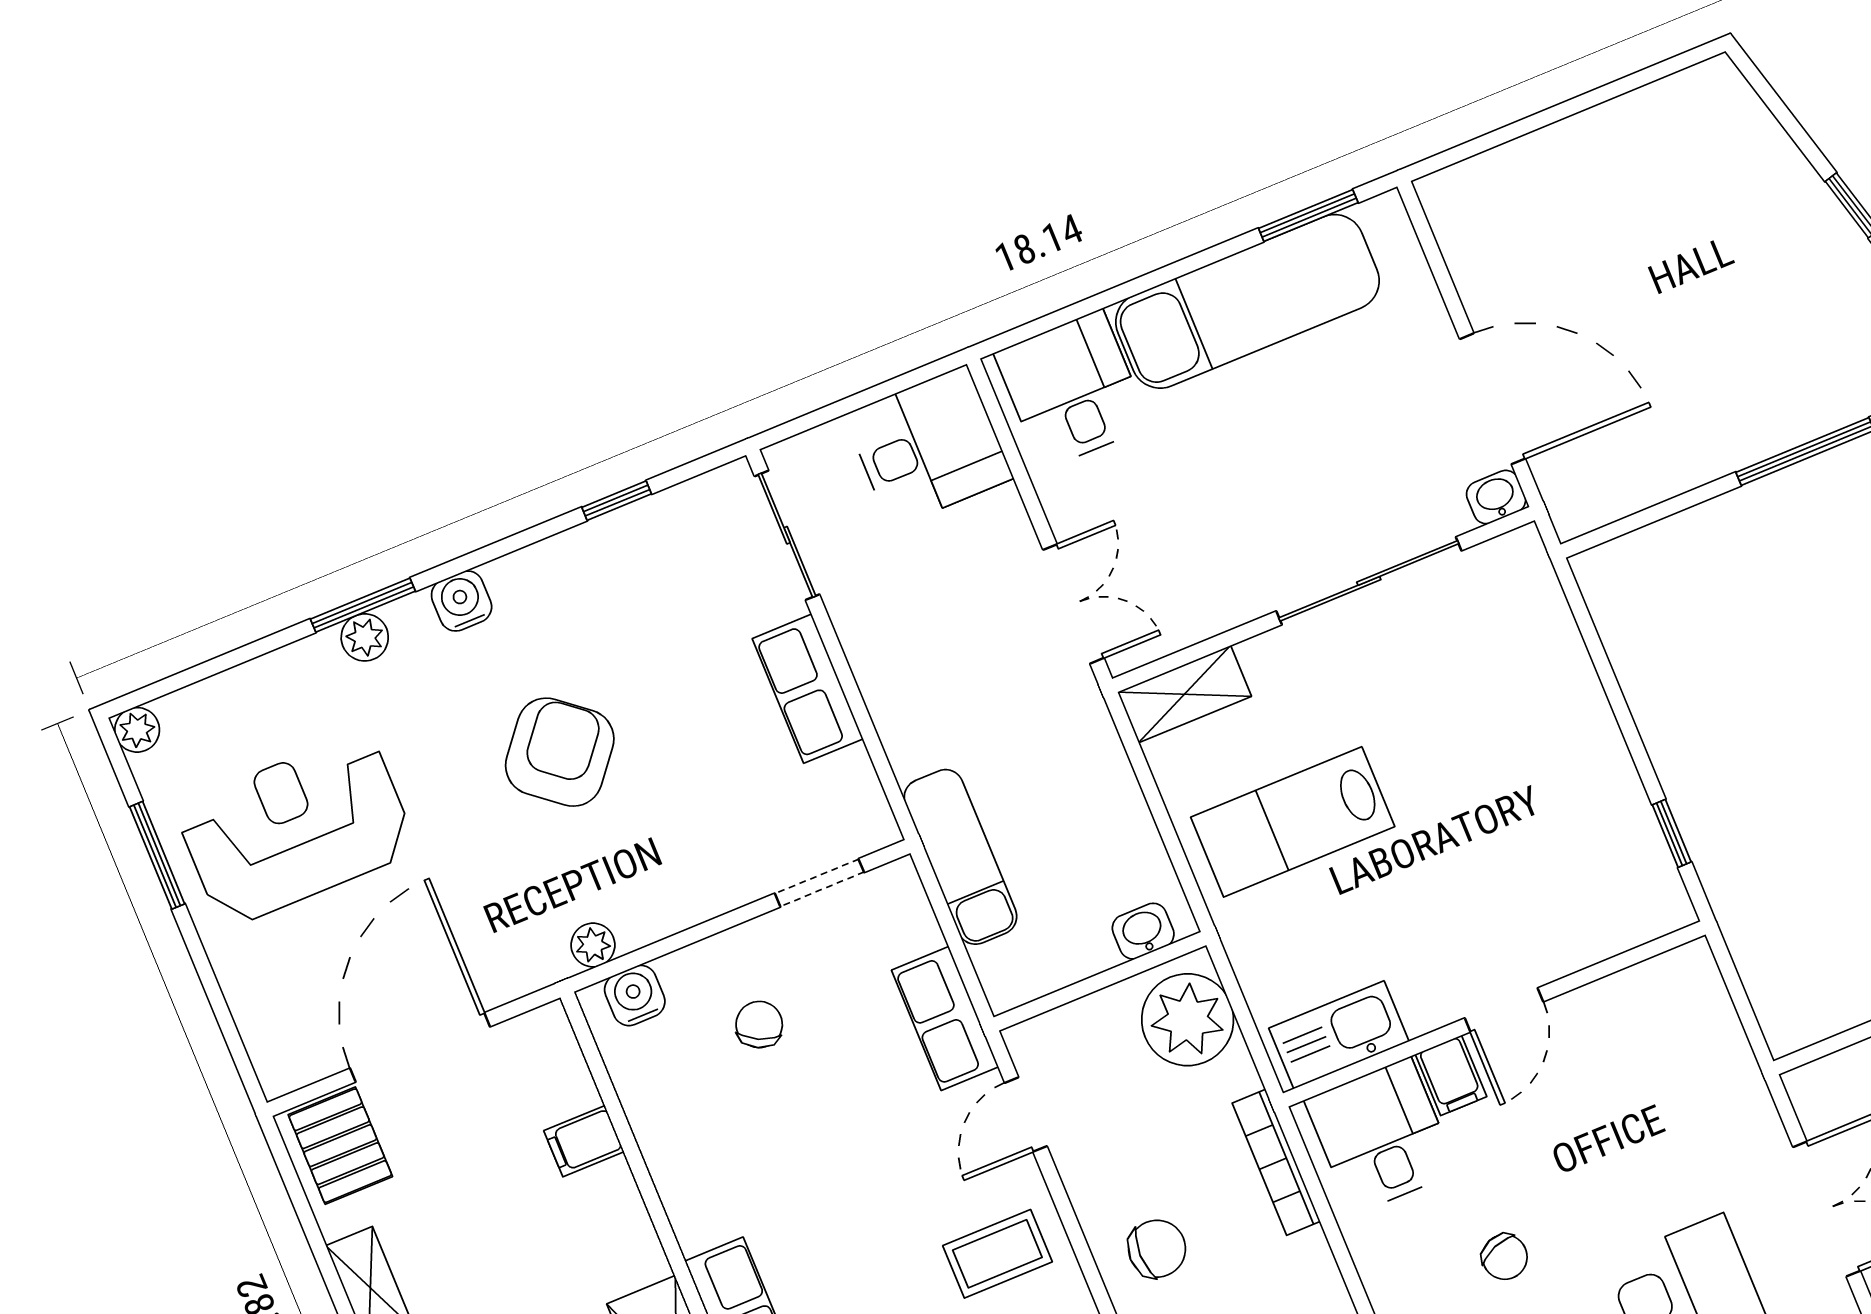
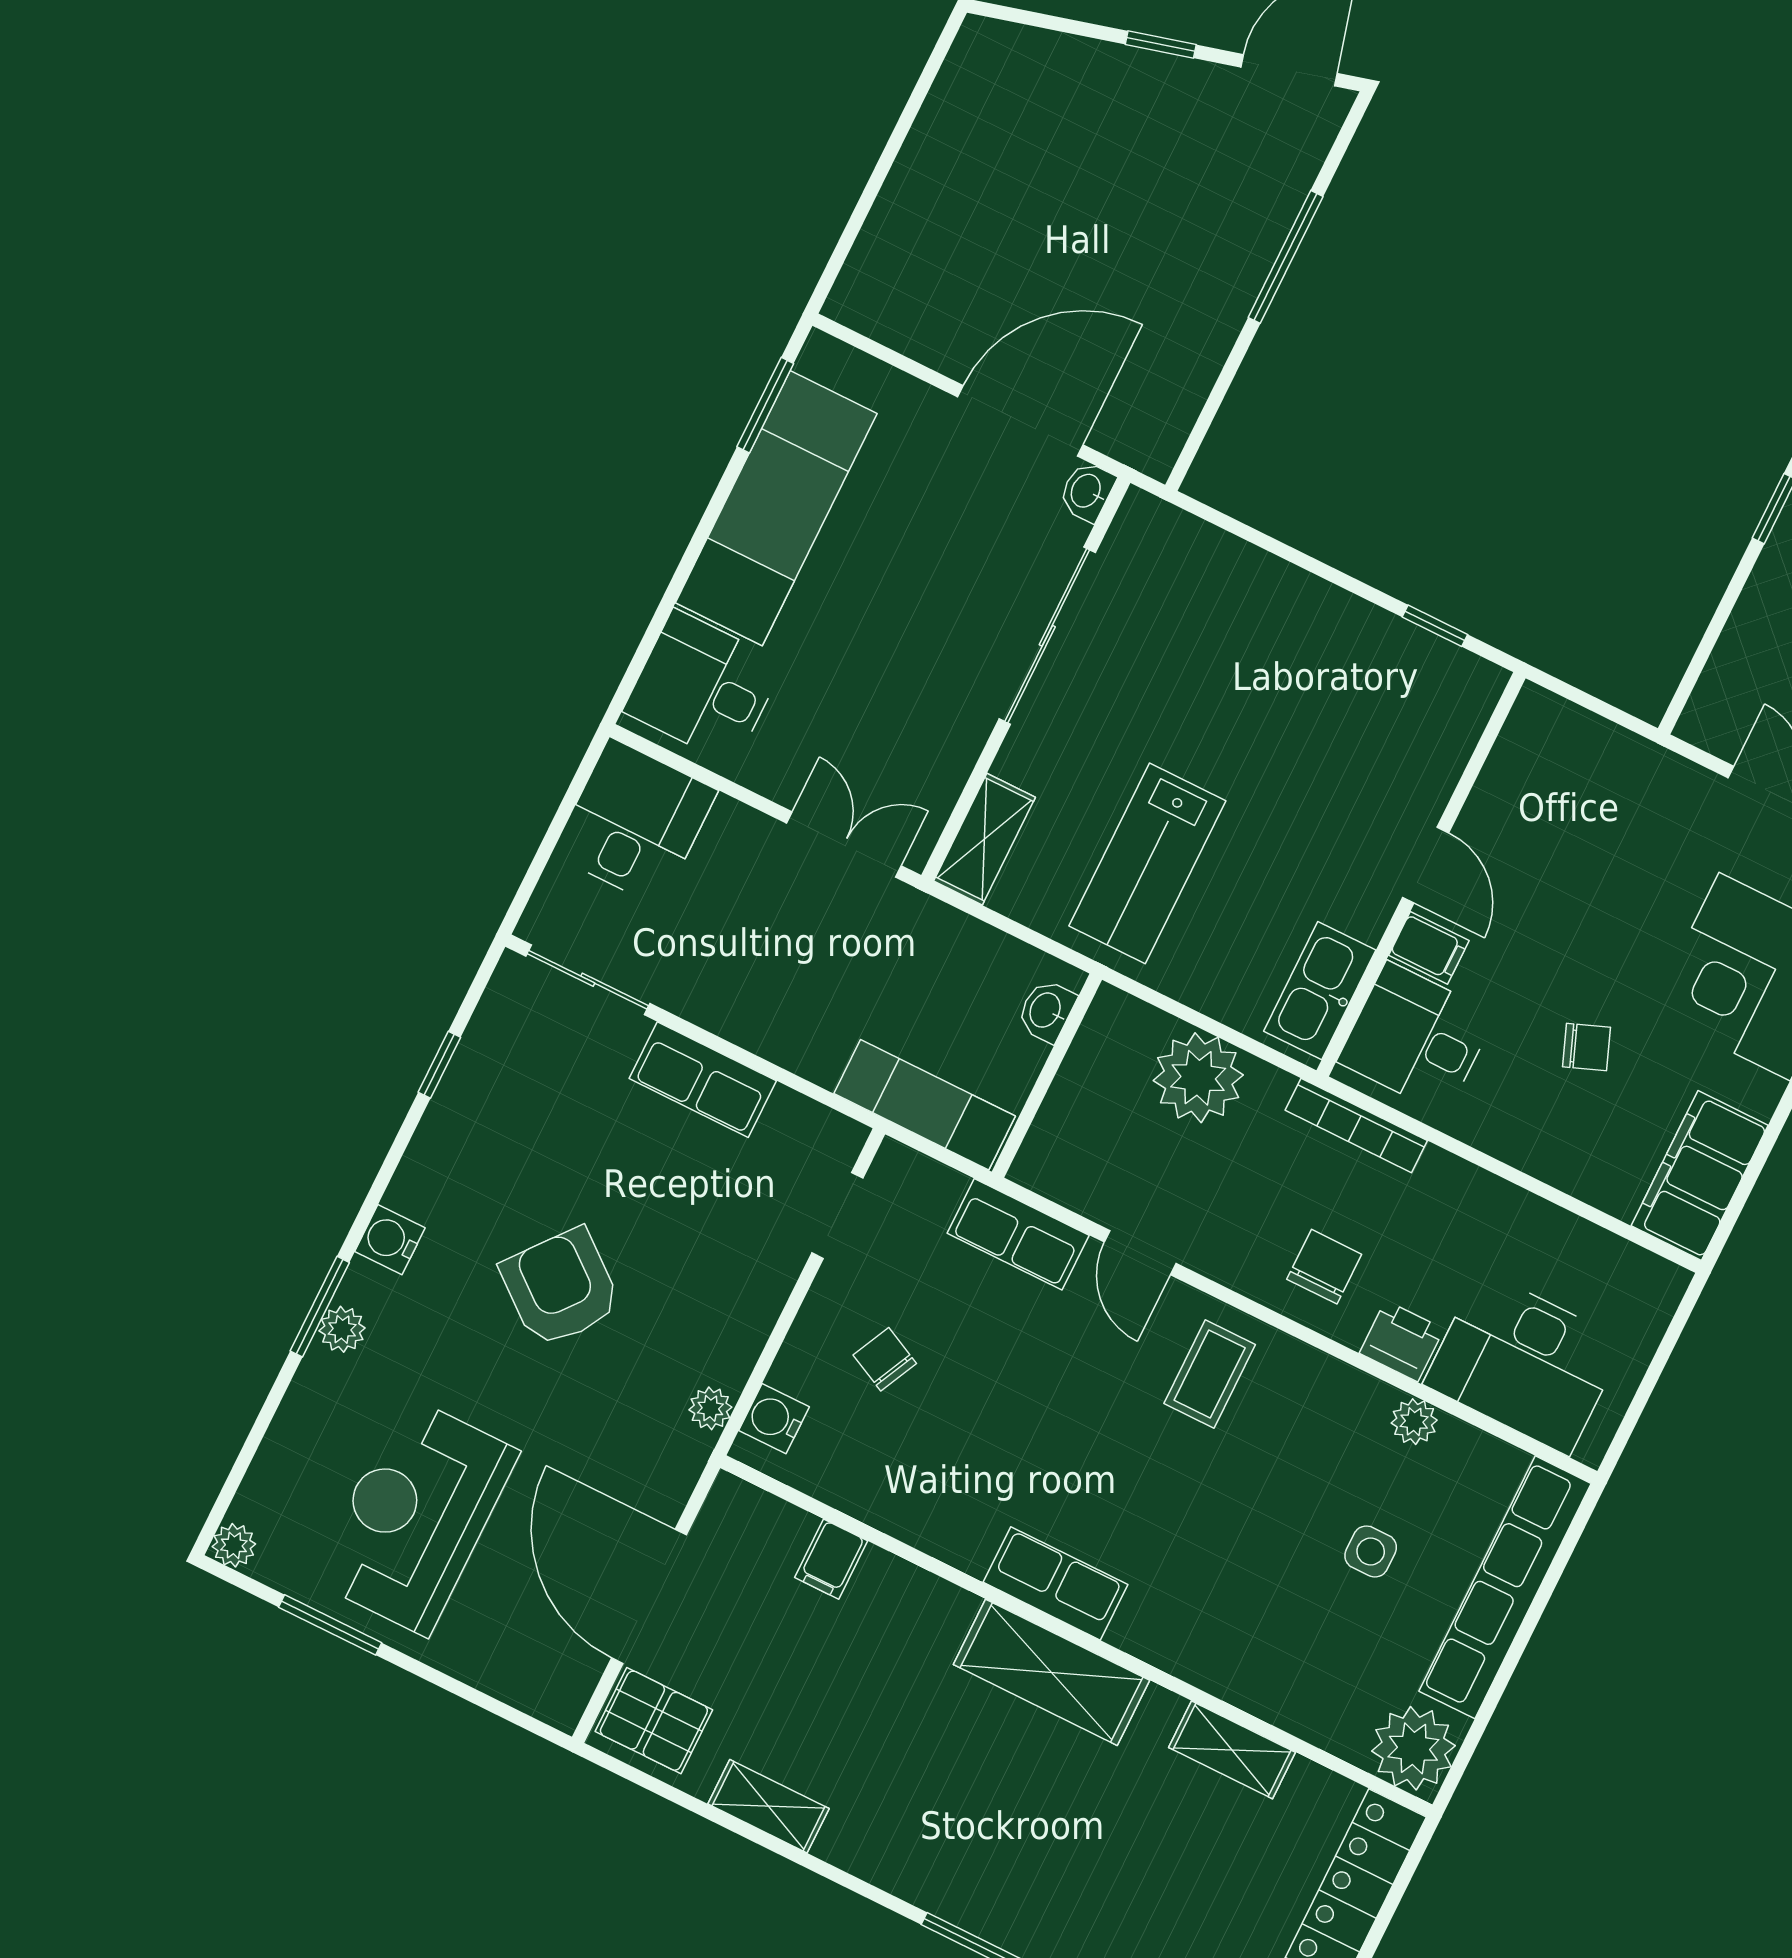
washbasin: (1143, 931) -> (1046, 1011), moved
wall: (1100, 981) -> (1047, 1076), moved

